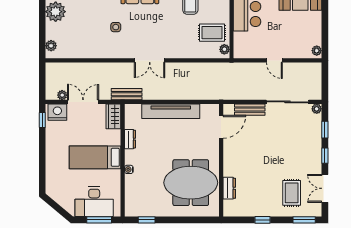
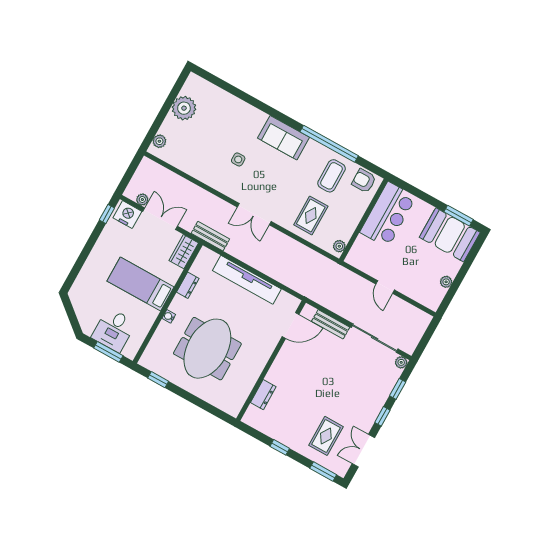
rug: (212, 33) -> (311, 215), moved, turned 90
plant: (317, 51) -> (446, 282), moved
meeting table: (191, 183) -> (207, 349), moved, turned 90
desk: (94, 202) -> (114, 330), width x0.73

